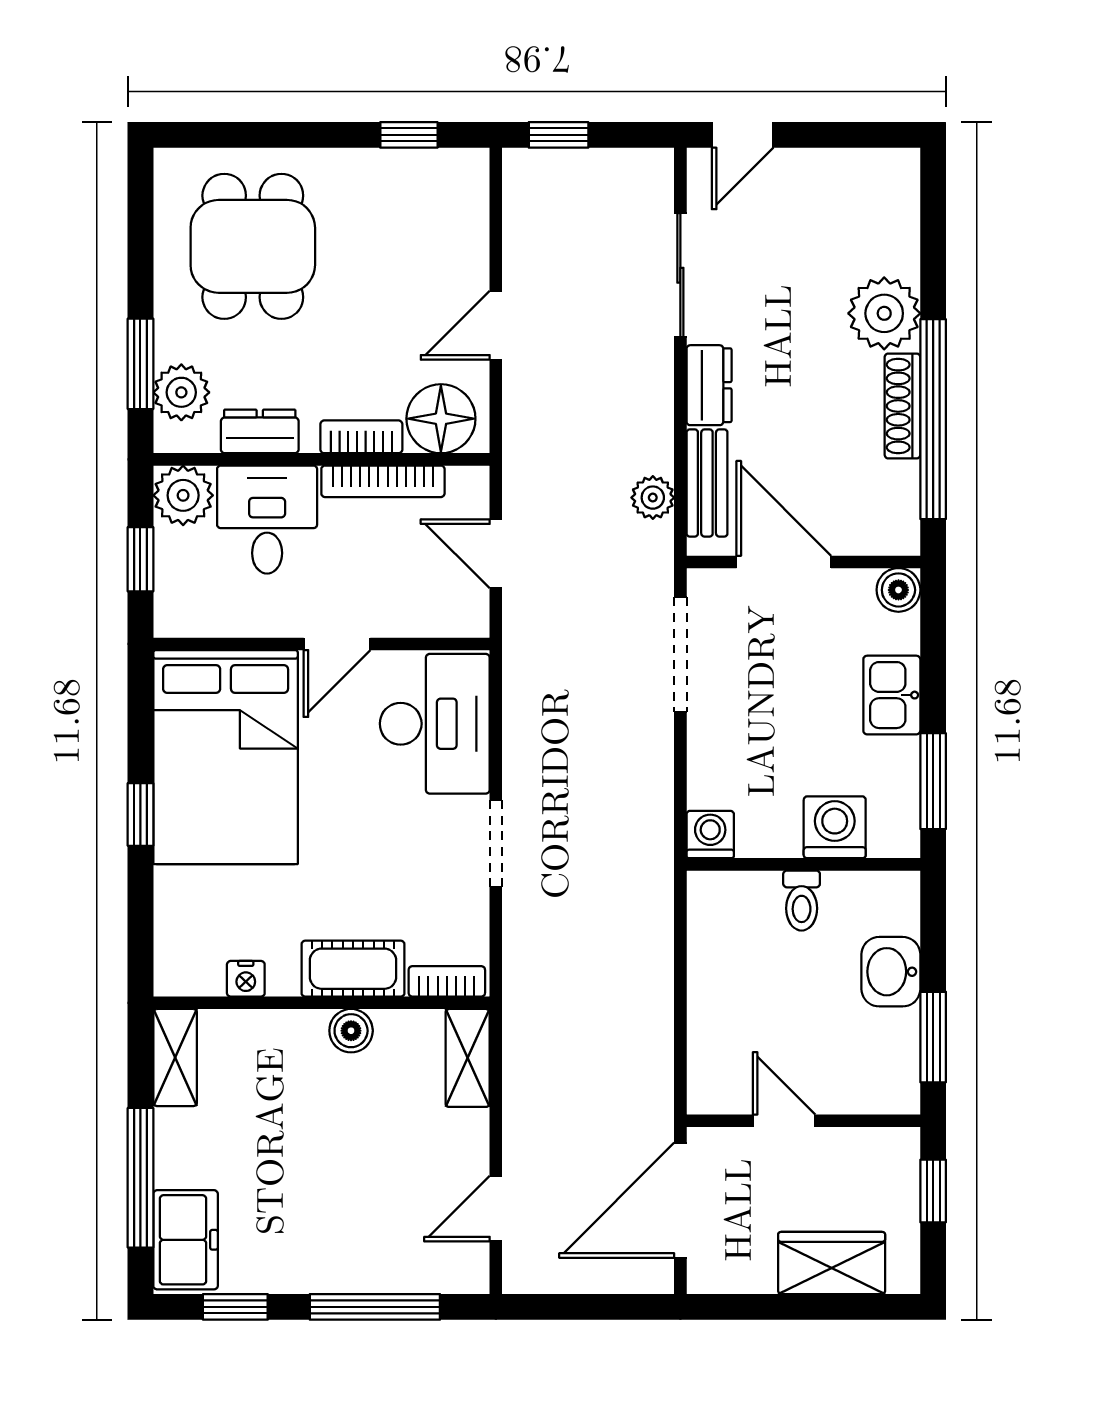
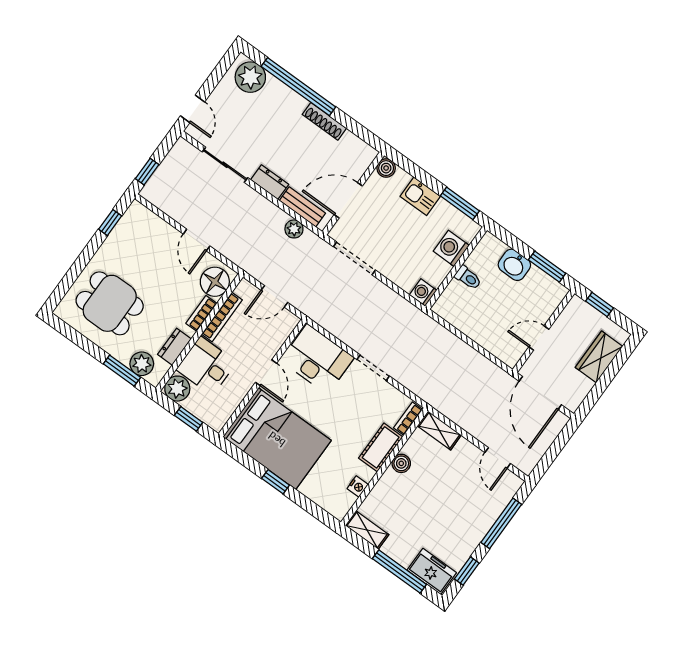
plant: (884, 313) -> (250, 77), moved
window: (933, 419) -> (298, 87), moved

